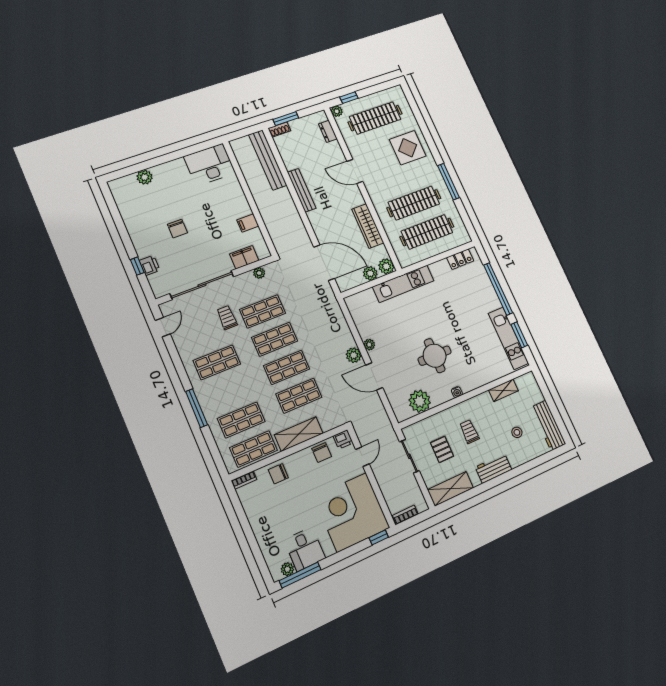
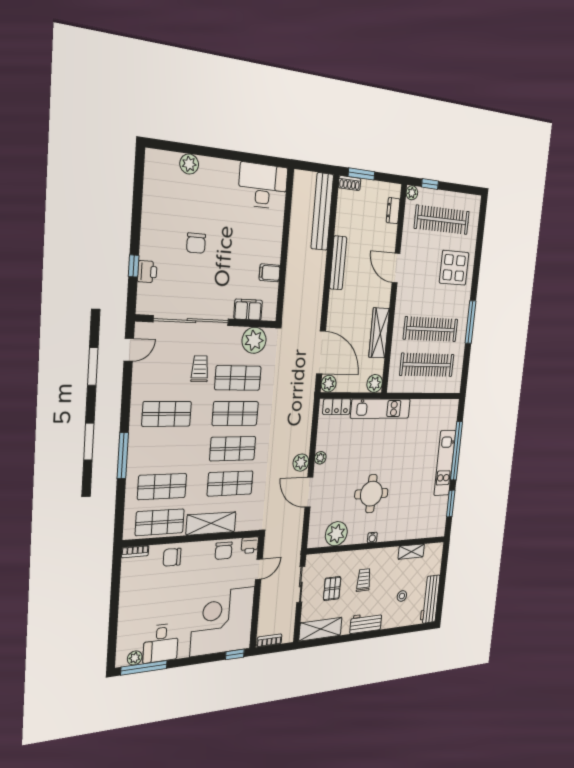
locker: (460, 259) -> (337, 407), moved
plant: (259, 273) -> (254, 340), width x1.88, depth x1.88
plant: (370, 273) -> (329, 384), moved
kitchen unit: (508, 338) -> (445, 463), moved

